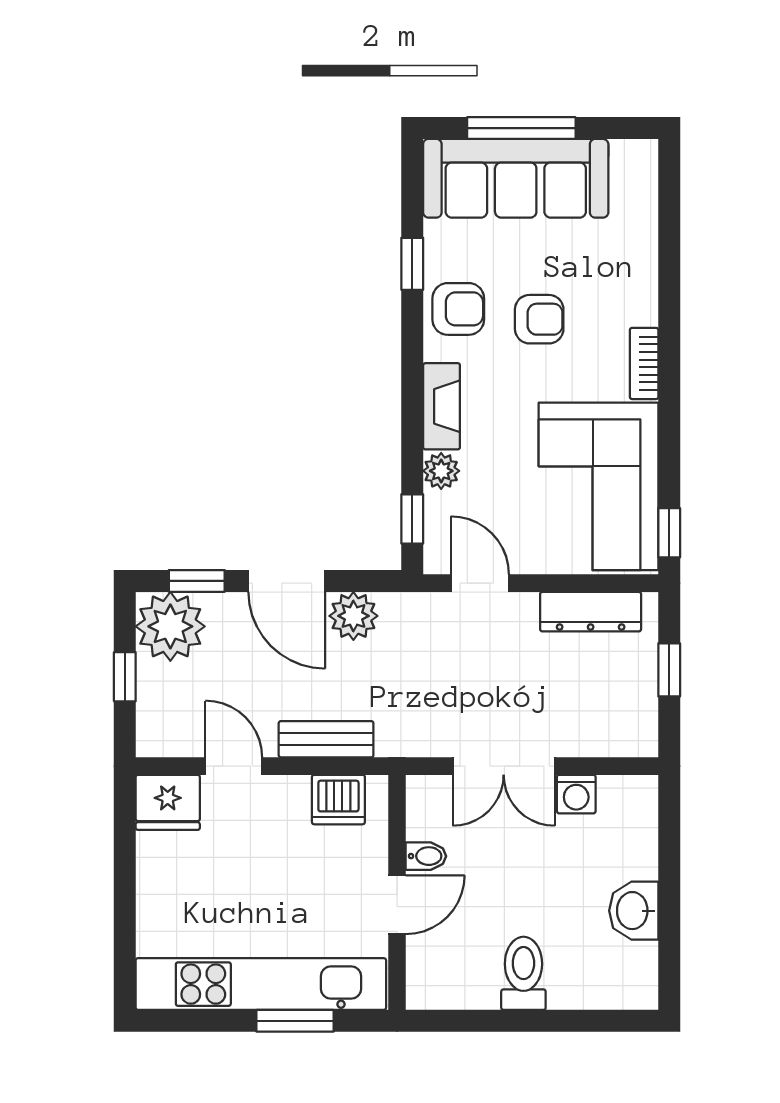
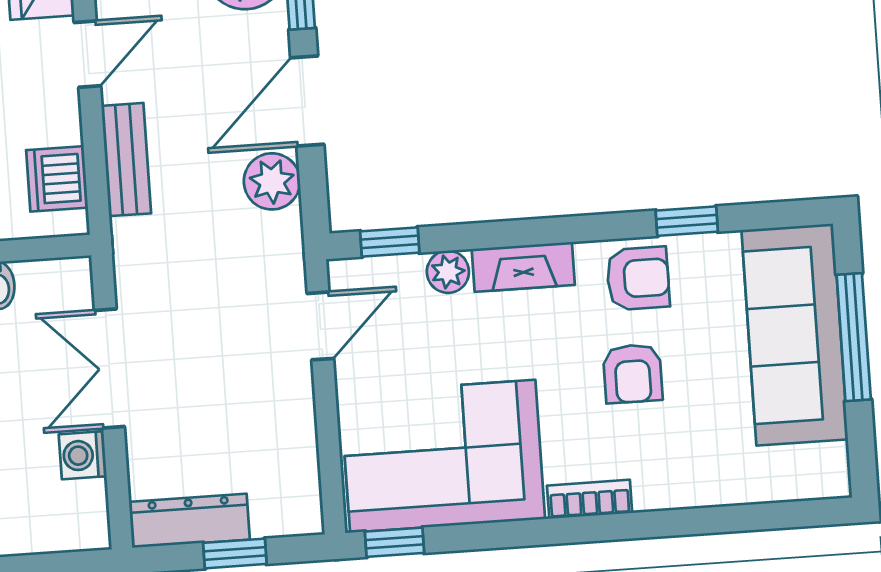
armchair: (458, 309) -> (638, 278), turned -90
dresser: (591, 612) -> (189, 521), moved, turned 90

